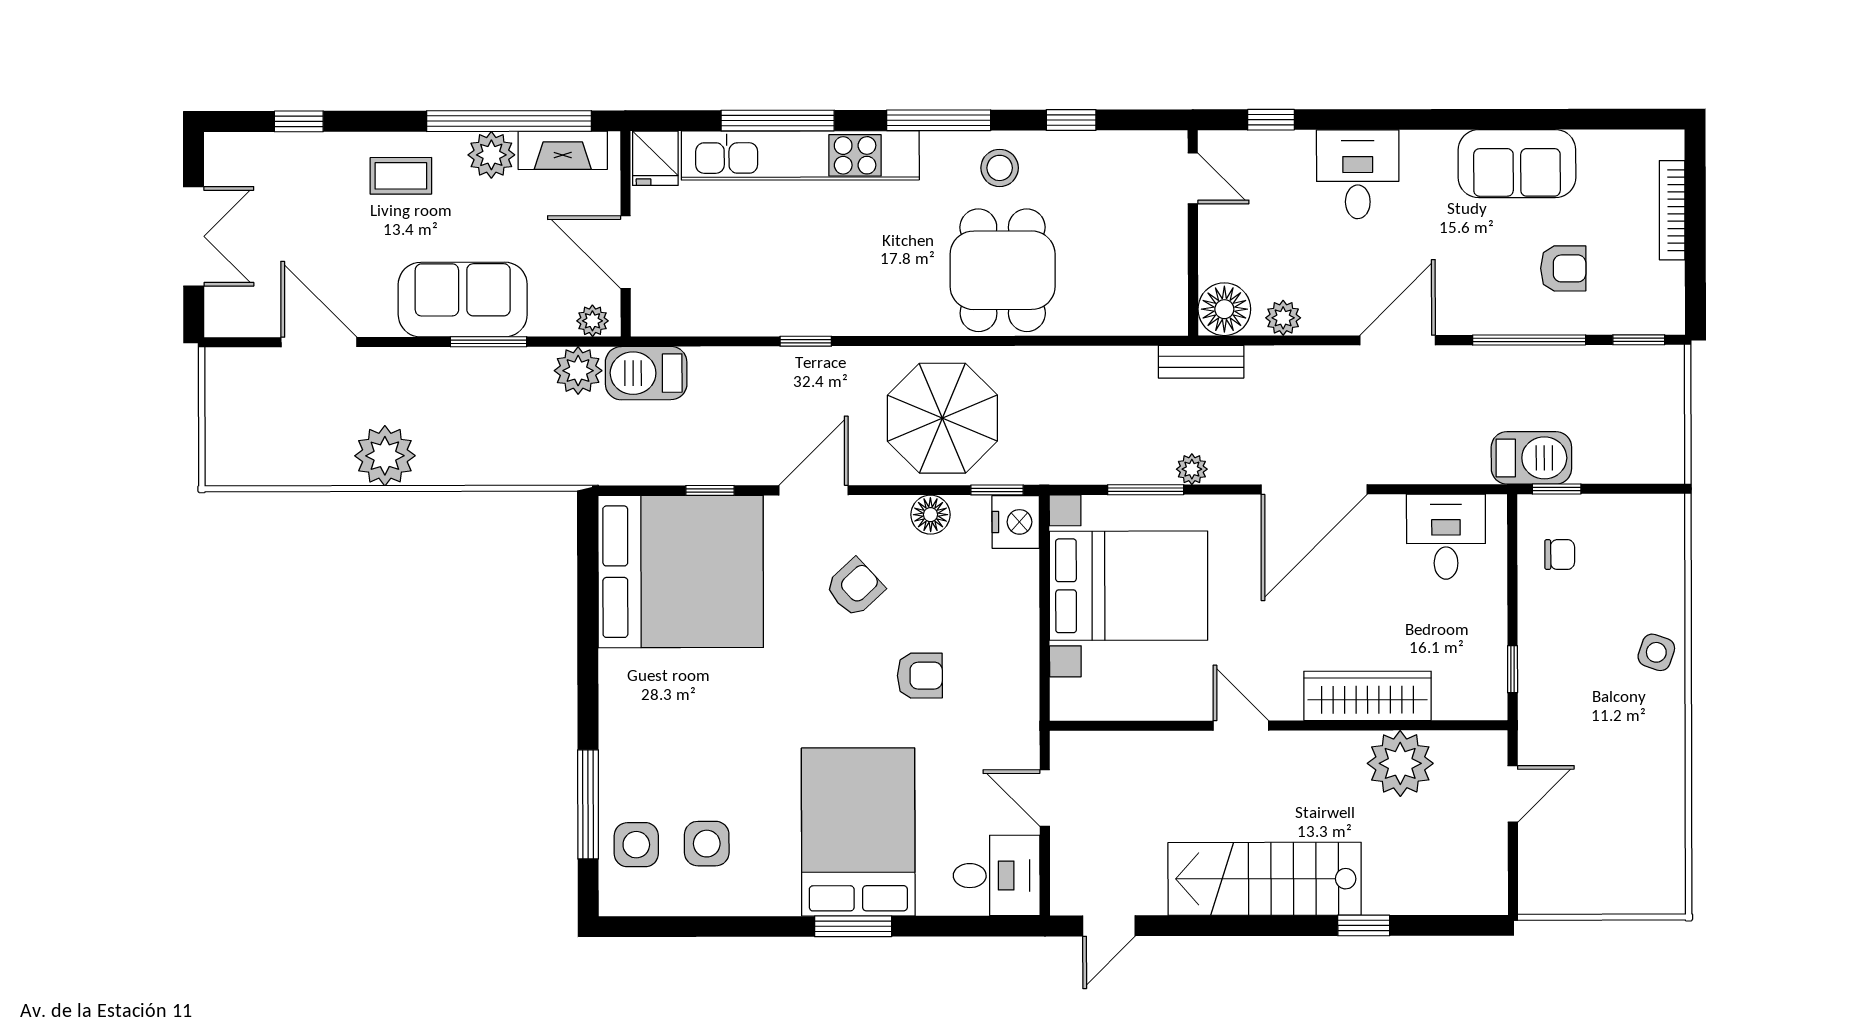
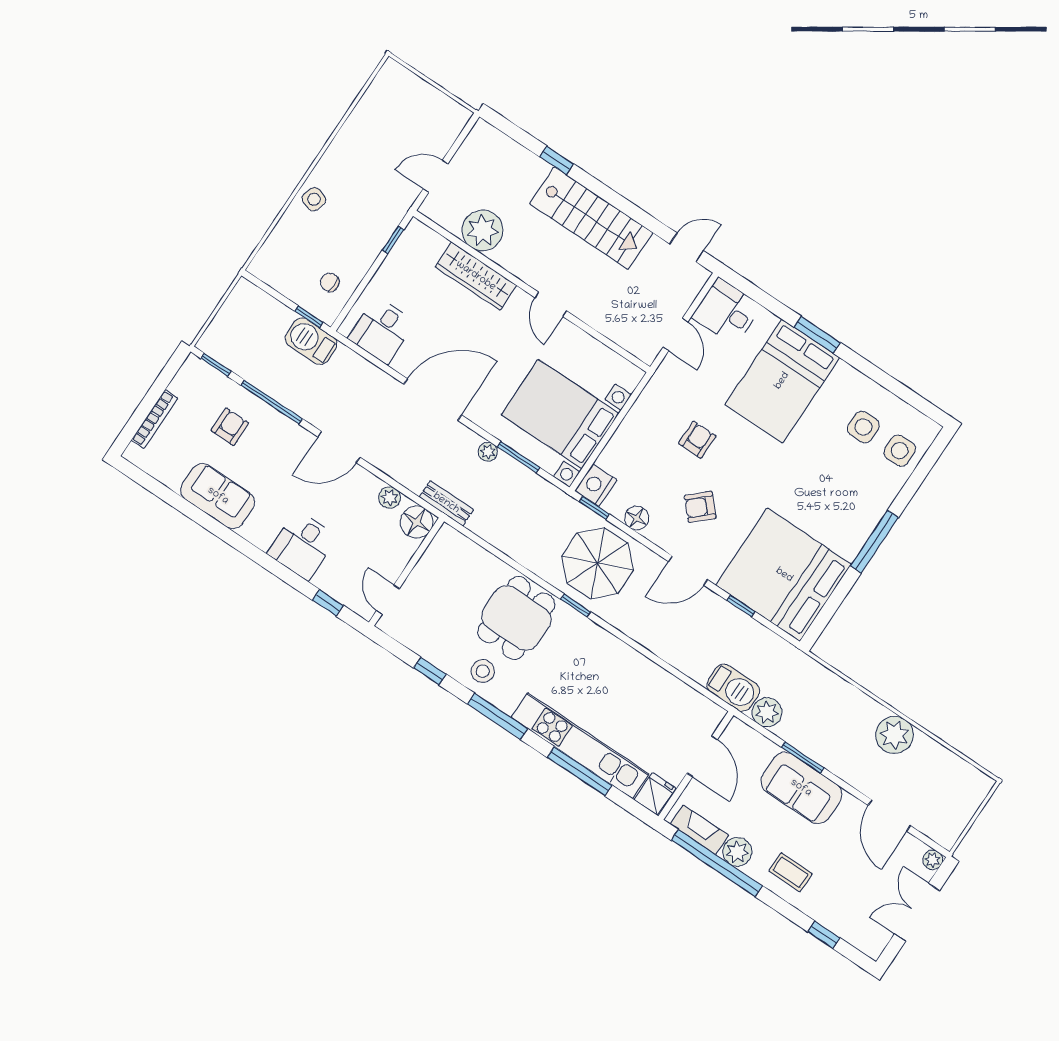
armchair: (1563, 268) -> (230, 427), turned 90
plant: (592, 321) -> (933, 860), moved
window: (806, 341) -> (575, 605), moved
armchair: (920, 676) -> (697, 440), turned 90
window: (588, 804) -> (874, 542), moved

